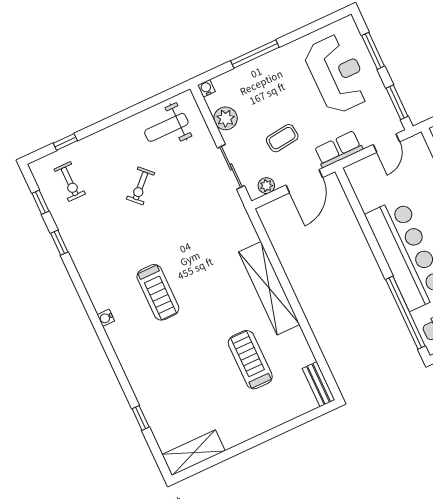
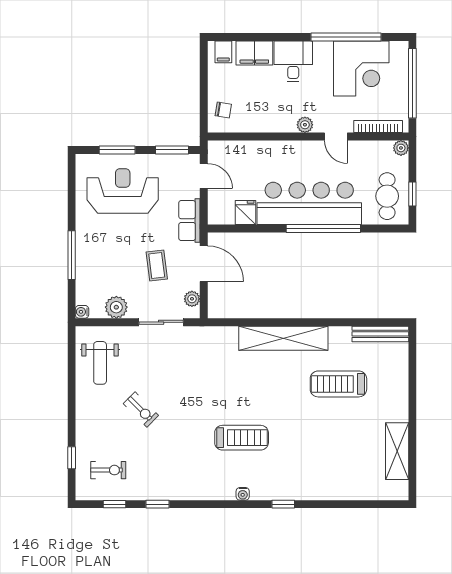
fridge: (370, 198) -> (245, 213), added
window: (405, 313) -> (323, 228), moved
bench: (319, 384) -> (380, 334), width x1.36
window: (141, 418) -> (283, 504), moved
shelving: (194, 453) -> (397, 451), moved

